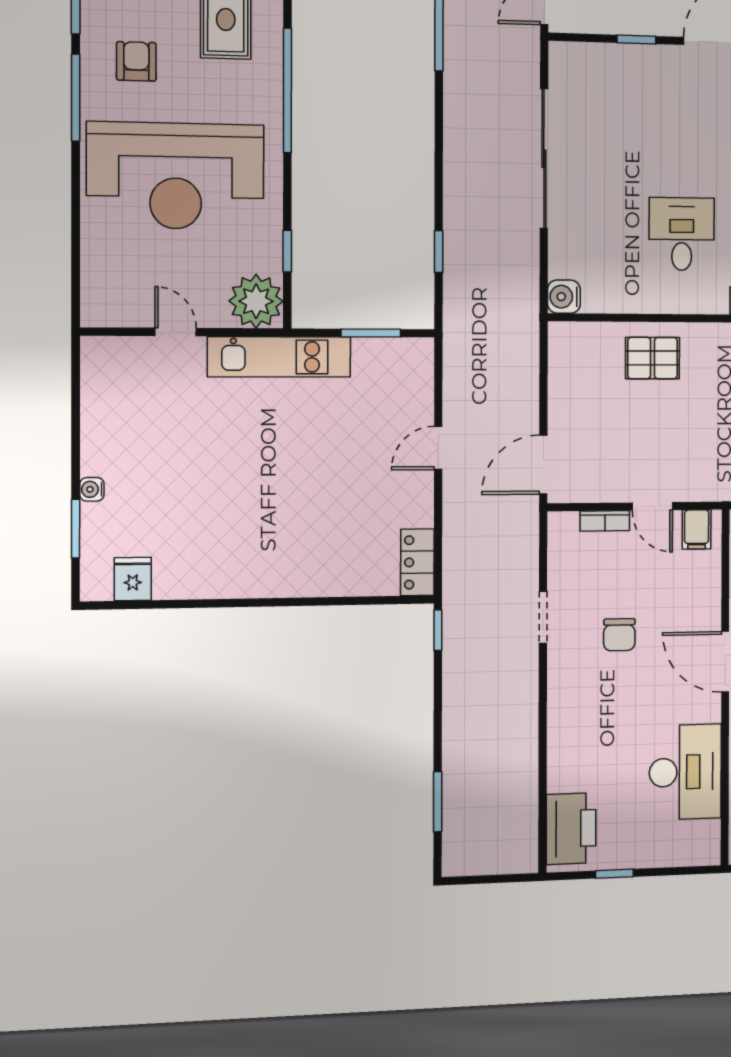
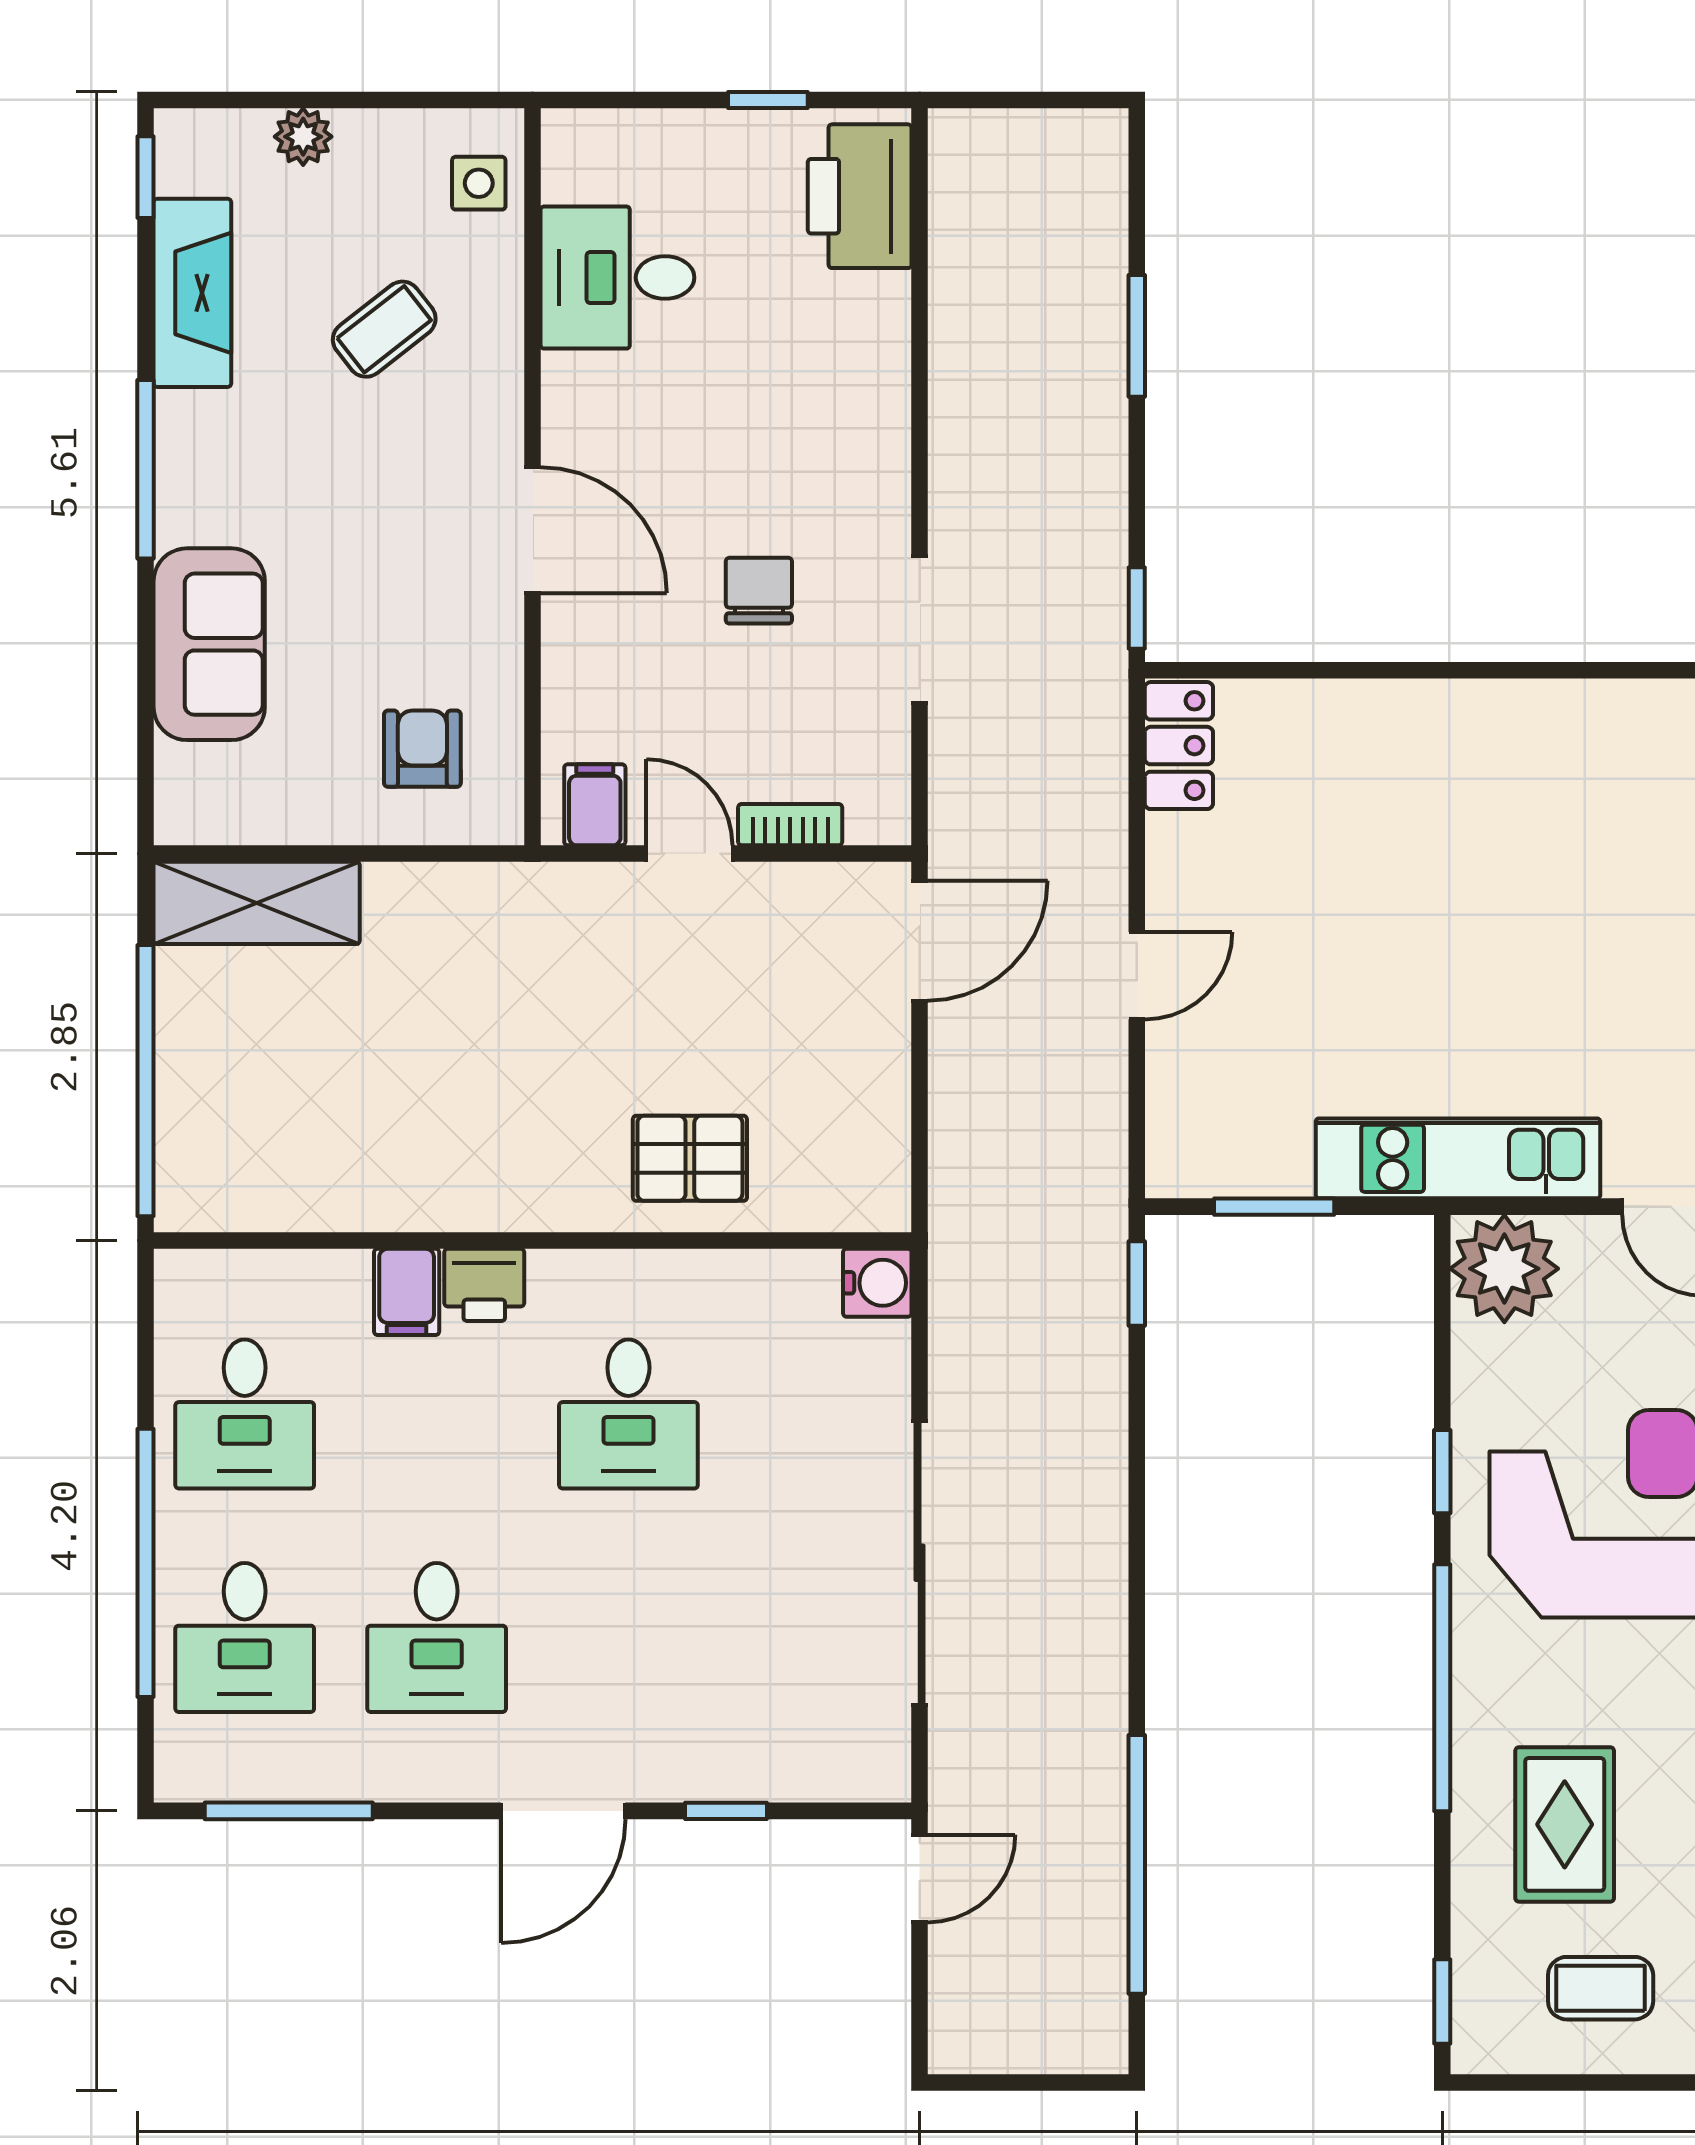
window: (287, 251) -> (1442, 1472), moved
window: (439, 252) -> (1137, 1284), moved
doorway: (543, 617) -> (920, 630), width x1.38
desk: (685, 772) -> (617, 278), width x0.73
window: (438, 802) -> (1137, 336), moved

